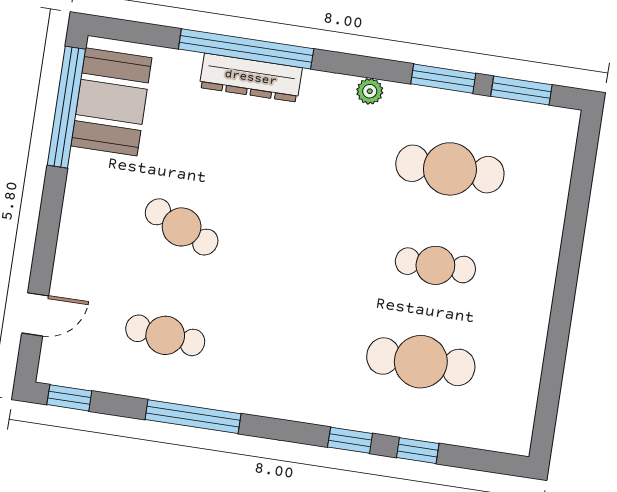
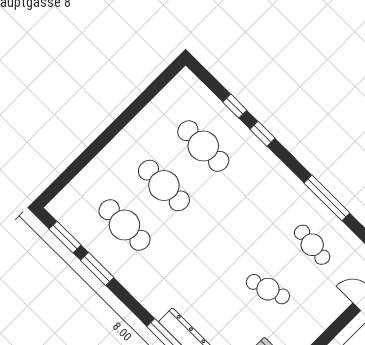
plant: (370, 91) -> (135, 288), removed
cafe table: (182, 227) -> (268, 289), turned -42
cafe table: (435, 265) -> (164, 186), width x1.37, depth x1.35

